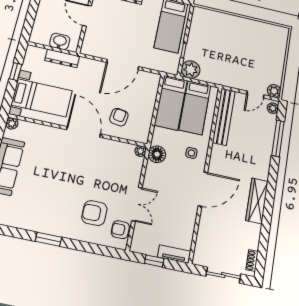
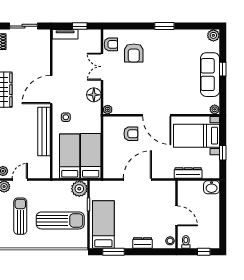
washbasin: (60, 41) -> (212, 187), moved
sun lounger: (218, 41) -> (60, 220), added
sun lounger: (261, 55) -> (20, 216), added
armchair: (119, 117) -> (131, 134), turned -99
bench: (224, 117) -> (44, 132), moved
floor lamp: (157, 154) -> (94, 95), moved
armchair: (94, 213) -> (134, 53), turned 90

